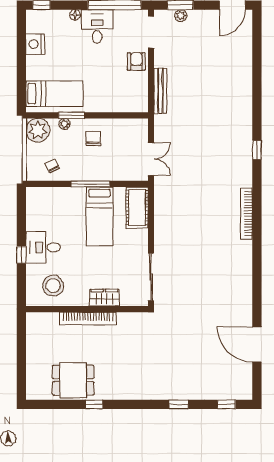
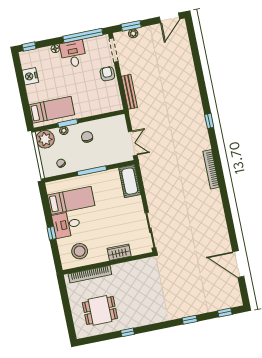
bed: (100, 216) -> (71, 200), moved, turned -90
bookcase: (88, 318) -> (90, 274), moved
dining table: (73, 380) -> (100, 310), moved

